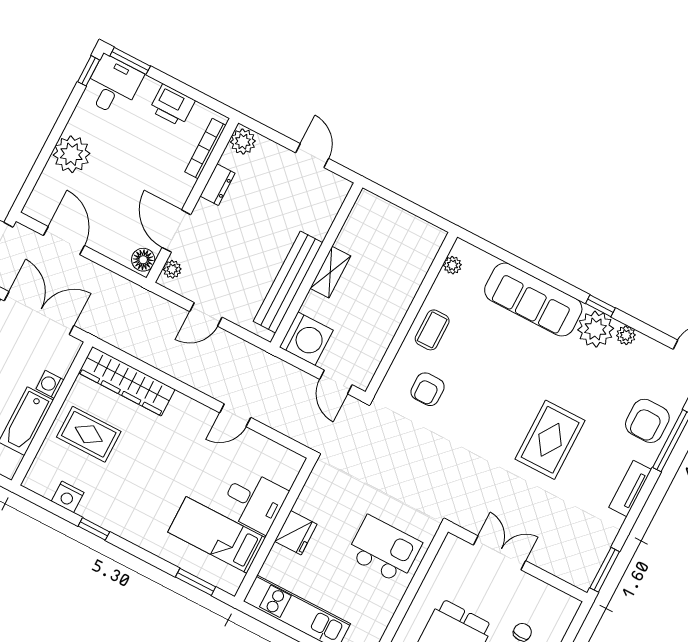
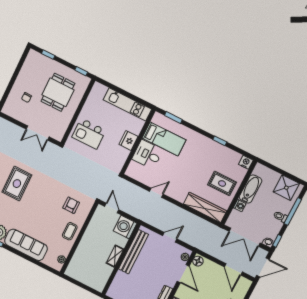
nightstand: (68, 497) -> (246, 162), moved

